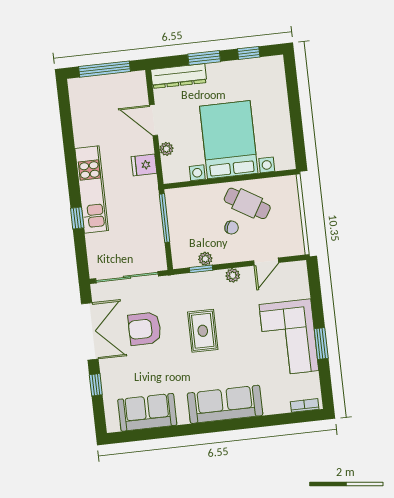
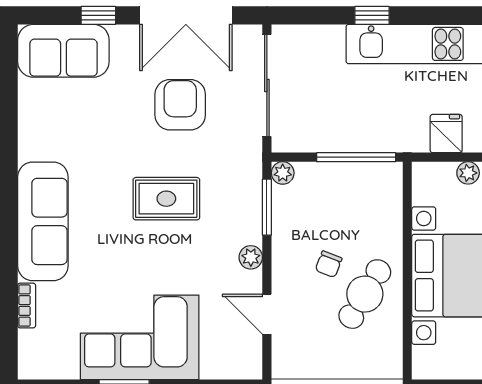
plant: (205, 259) -> (283, 173), moved
window: (201, 269) -> (267, 207), width x1.50
bookcase: (305, 405) -> (27, 306), moved
sofa: (147, 412) -> (63, 51), moved, turned 90

